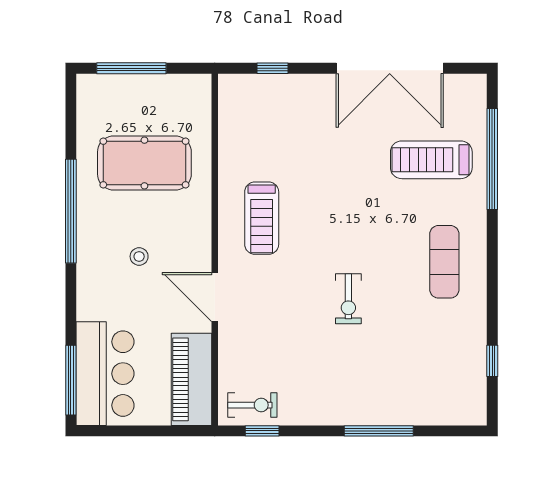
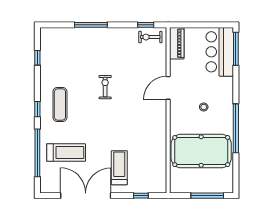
pool table: (144, 163) -> (201, 151), width x1.36, depth x1.32
treadmill: (262, 218) -> (119, 168), moved
window: (492, 252) -> (37, 109), added
door: (215, 297) -> (168, 88), swing flipped
piano: (191, 379) -> (177, 43), width x0.73, depth x0.75

